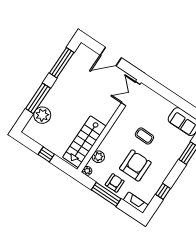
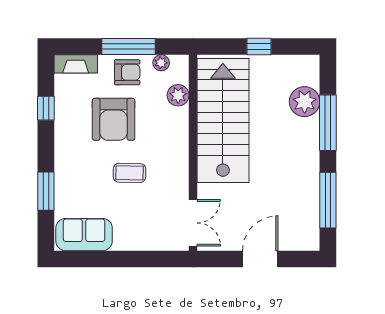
stairs: (84, 142) -> (223, 120), width x1.36, depth x1.51
plant: (87, 171) -> (161, 63), moved
armchair: (115, 183) -> (127, 72), turned -90

